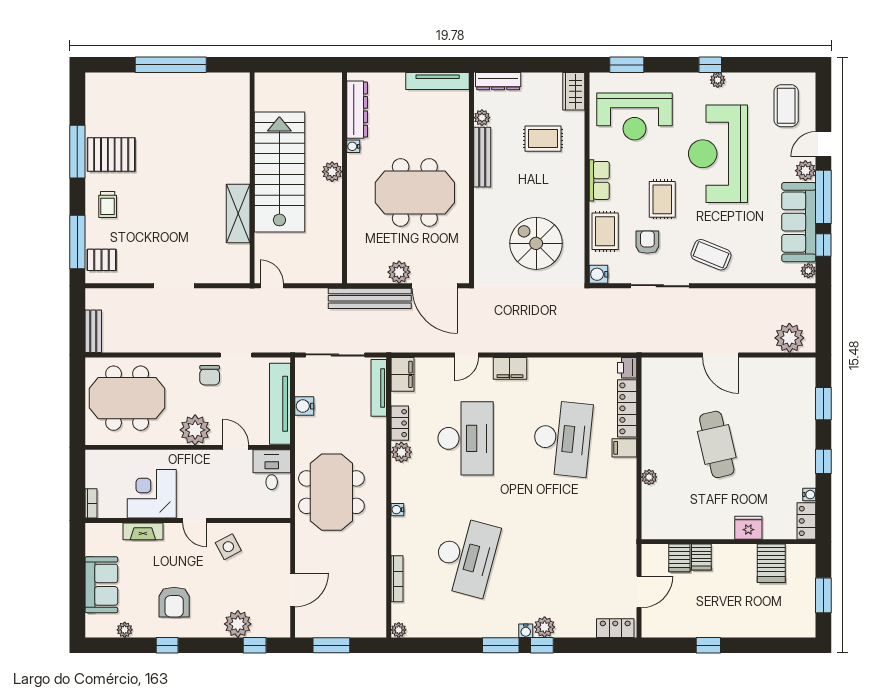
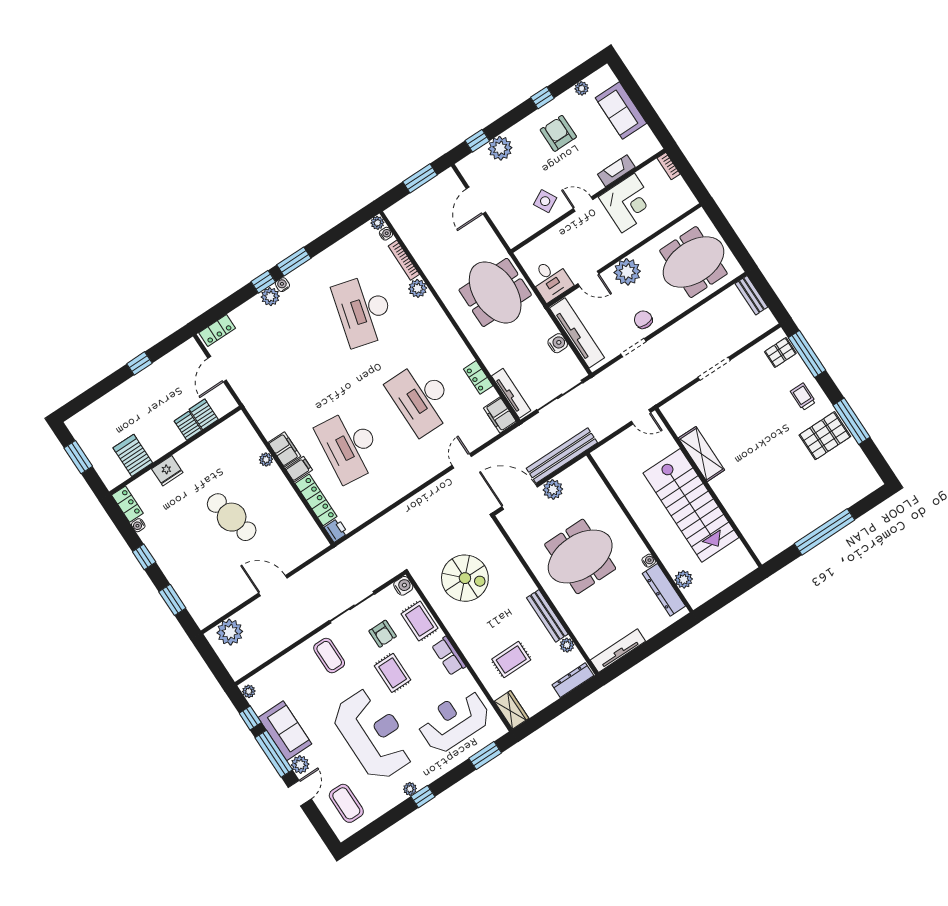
plant: (332, 172) -> (684, 579), moved
sofa: (799, 222) -> (285, 731), width x0.73
coffee table: (711, 255) -> (329, 656), turned 68
filing cabinet: (510, 368) -> (284, 449), moved, turned 90
plant: (401, 452) -> (418, 288), moved
water cooler: (397, 510) -> (386, 234), moved

